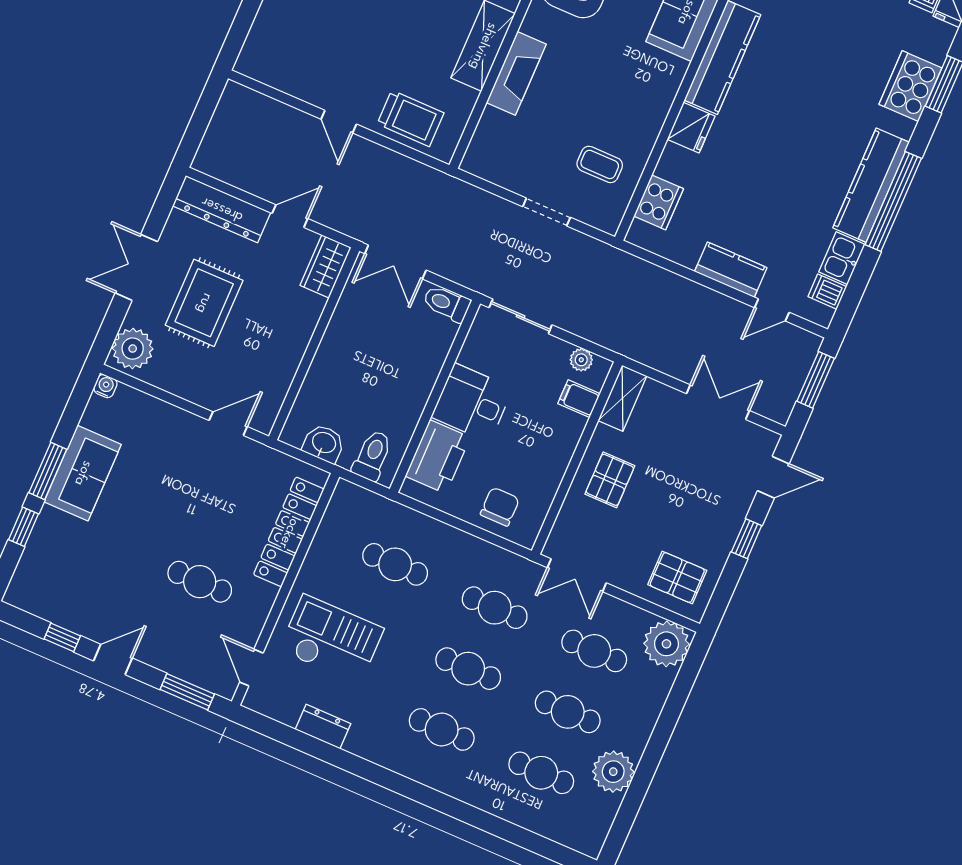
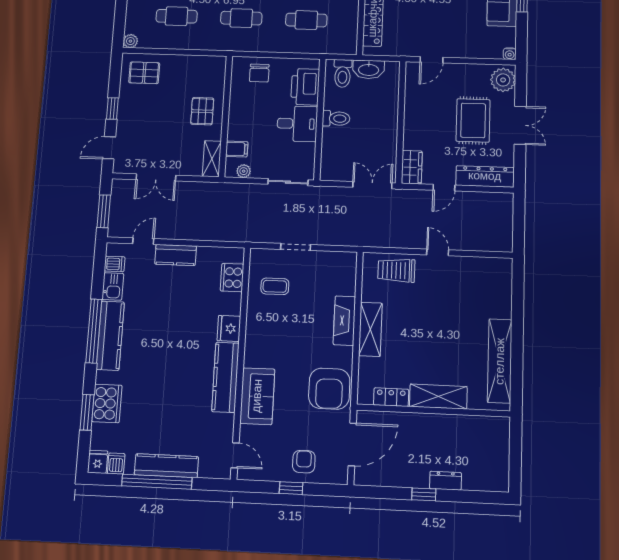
toilet: (447, 303) -> (336, 118), moved
washbasin: (324, 443) -> (369, 69), width x1.38
double door: (577, 575) -> (202, 53), removed
plant: (666, 644) -> (130, 41), width x0.53, depth x0.53

